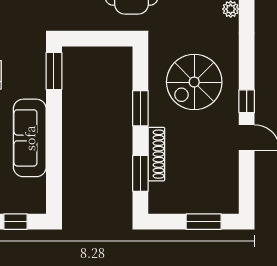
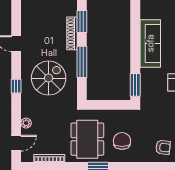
window: (247, 101) -> (16, 86), moved
window: (140, 108) -> (82, 62), width x1.44

